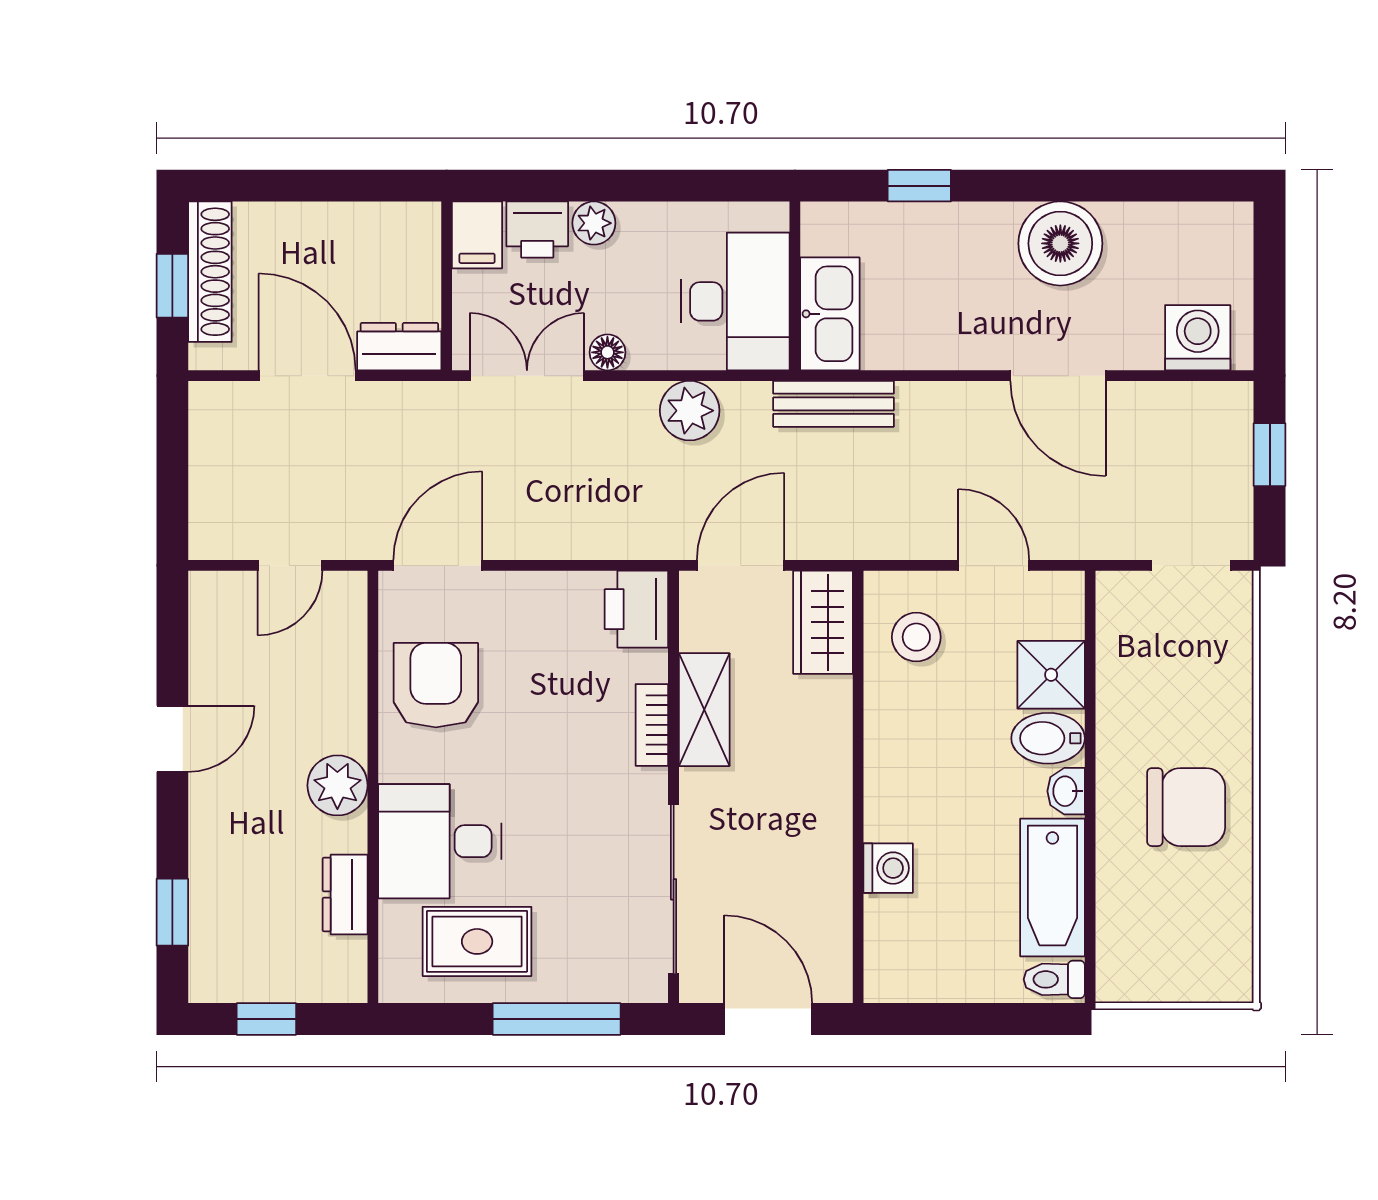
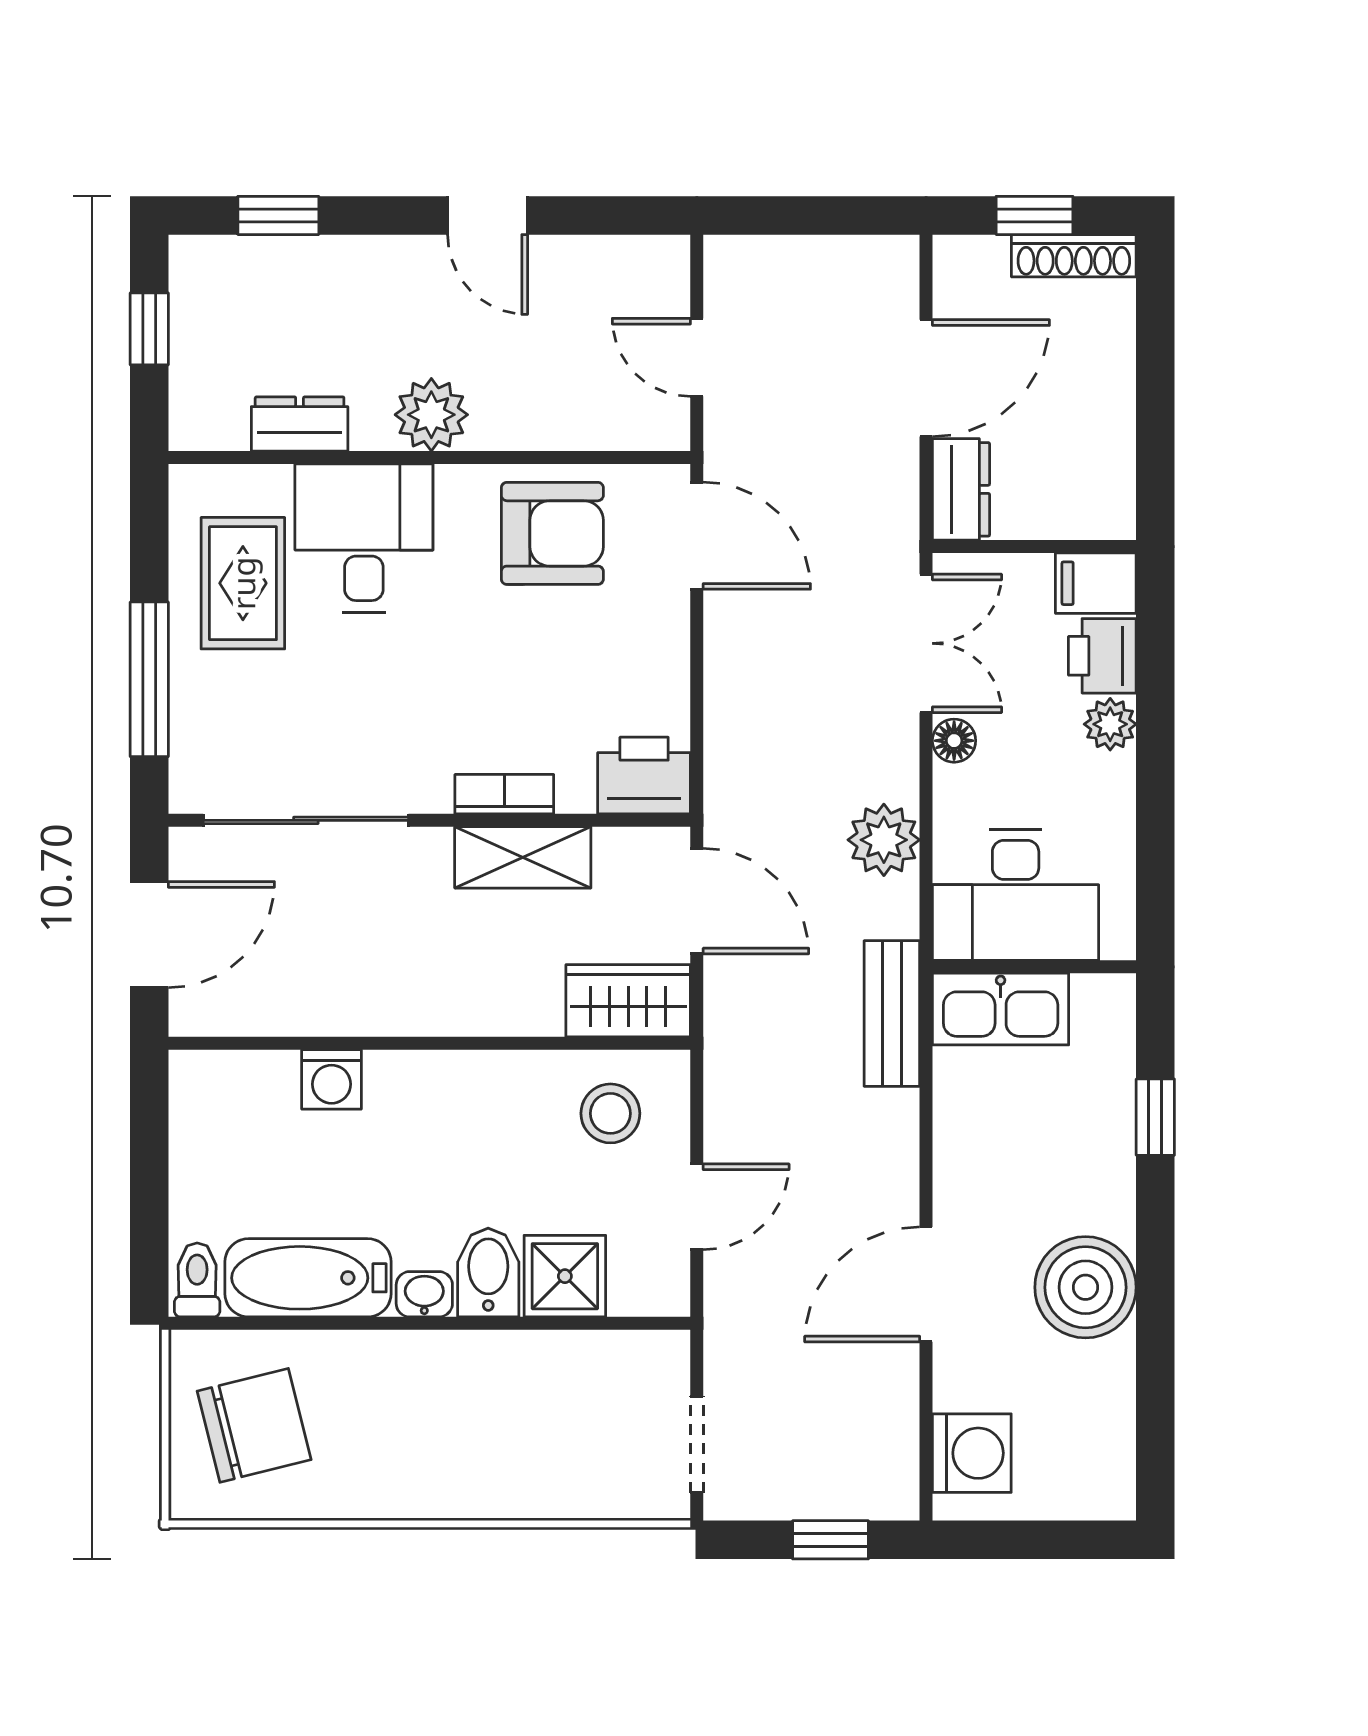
shoe rack: (210, 272) -> (1074, 256), width x0.74, depth x0.81
chair: (1186, 807) -> (254, 1425), moved, turned -104

